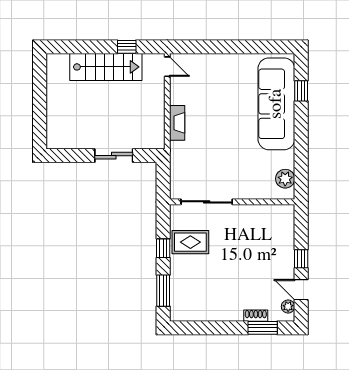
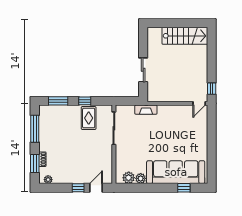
window: (127, 47) -> (212, 89), moved
stairs: (106, 67) -> (185, 36), moved, turned -90
fireplace: (177, 123) -> (146, 110), moved
plant: (286, 160) -> (141, 178), added
door: (301, 290) -> (96, 188), moved
window: (207, 328) -> (35, 129), added

